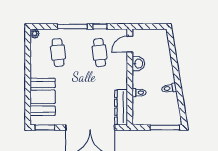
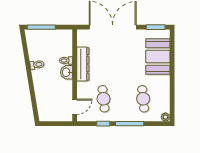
washbasin: (138, 64) -> (66, 72), moved
dresser: (121, 107) -> (83, 64), moved

